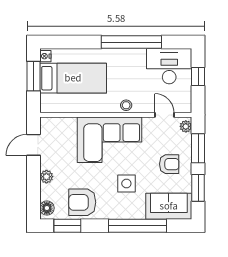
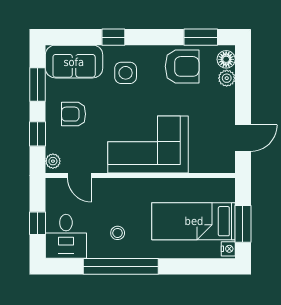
desk: (169, 66) -> (66, 236), width x0.73
stool: (126, 105) -> (118, 233), moved
window: (198, 148) -> (38, 134), width x0.67
plant: (46, 177) -> (227, 78), moved
side table: (126, 184) -> (126, 73), moved
window: (137, 226) -> (113, 37), width x0.32

